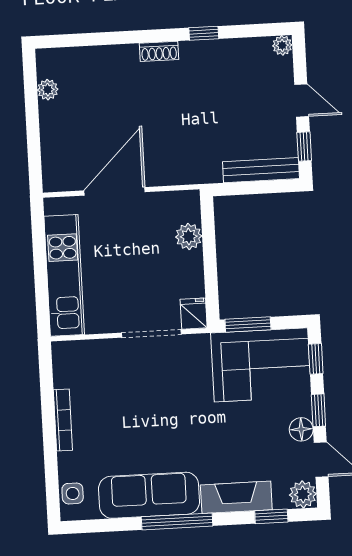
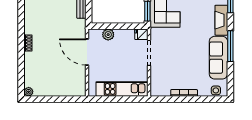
window: (204, 33) -> (21, 23), removed
plant: (48, 90) -> (29, 92), moved
door: (115, 191) -> (87, 52), moved

